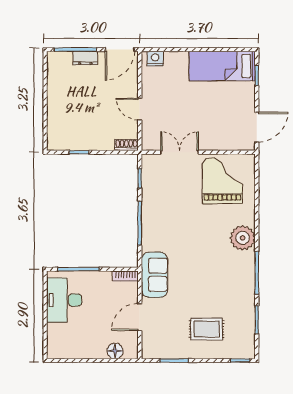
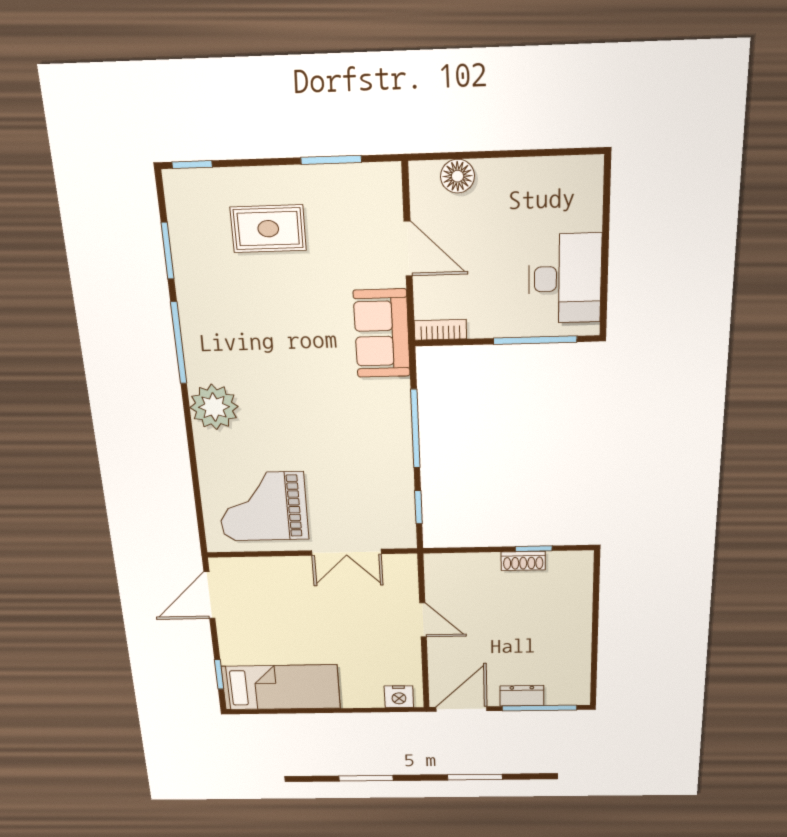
shoe rack: (126, 145) -> (523, 561), moved
grand piano: (222, 181) -> (263, 506), turned 90
door: (140, 317) -> (408, 249), hinge flipped

